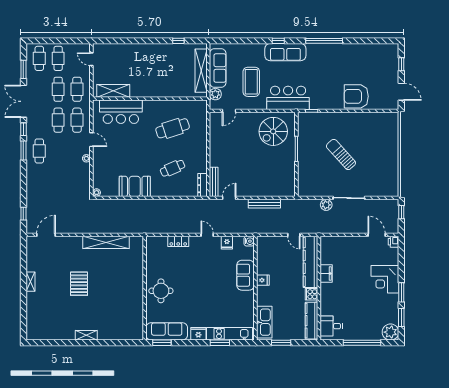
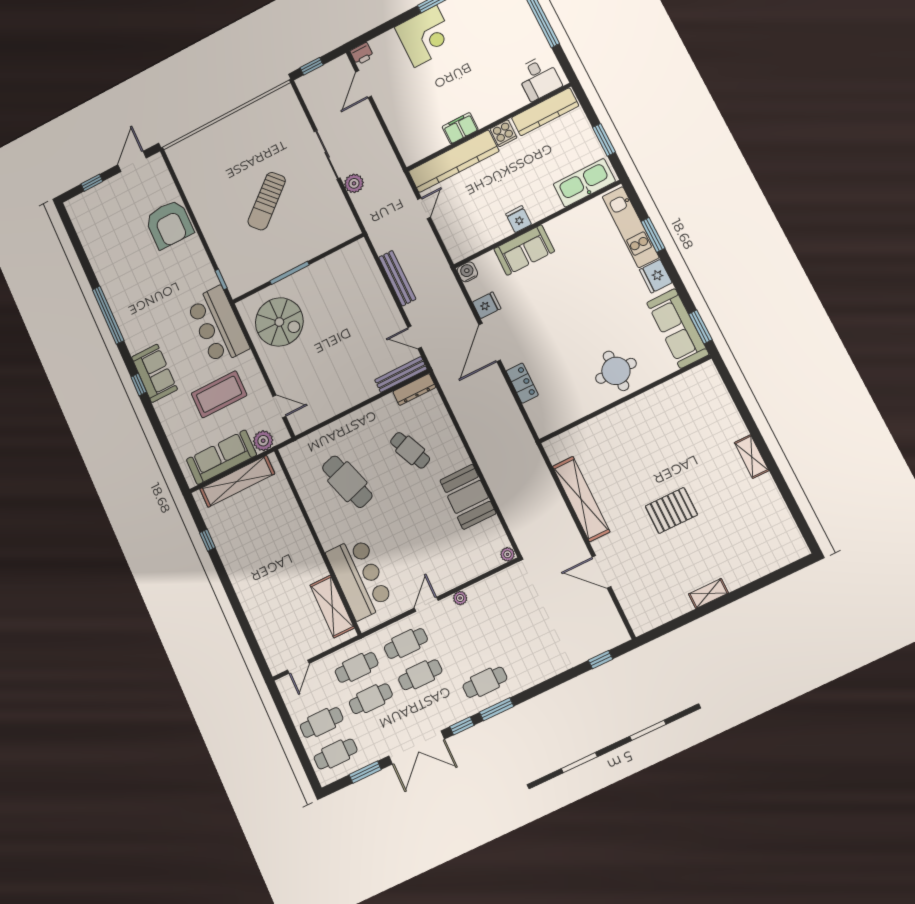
sofa: (285, 52) -> (154, 373), width x0.73
door: (46, 235) -> (601, 572), moved
door: (207, 235) -> (490, 343), width x1.87

